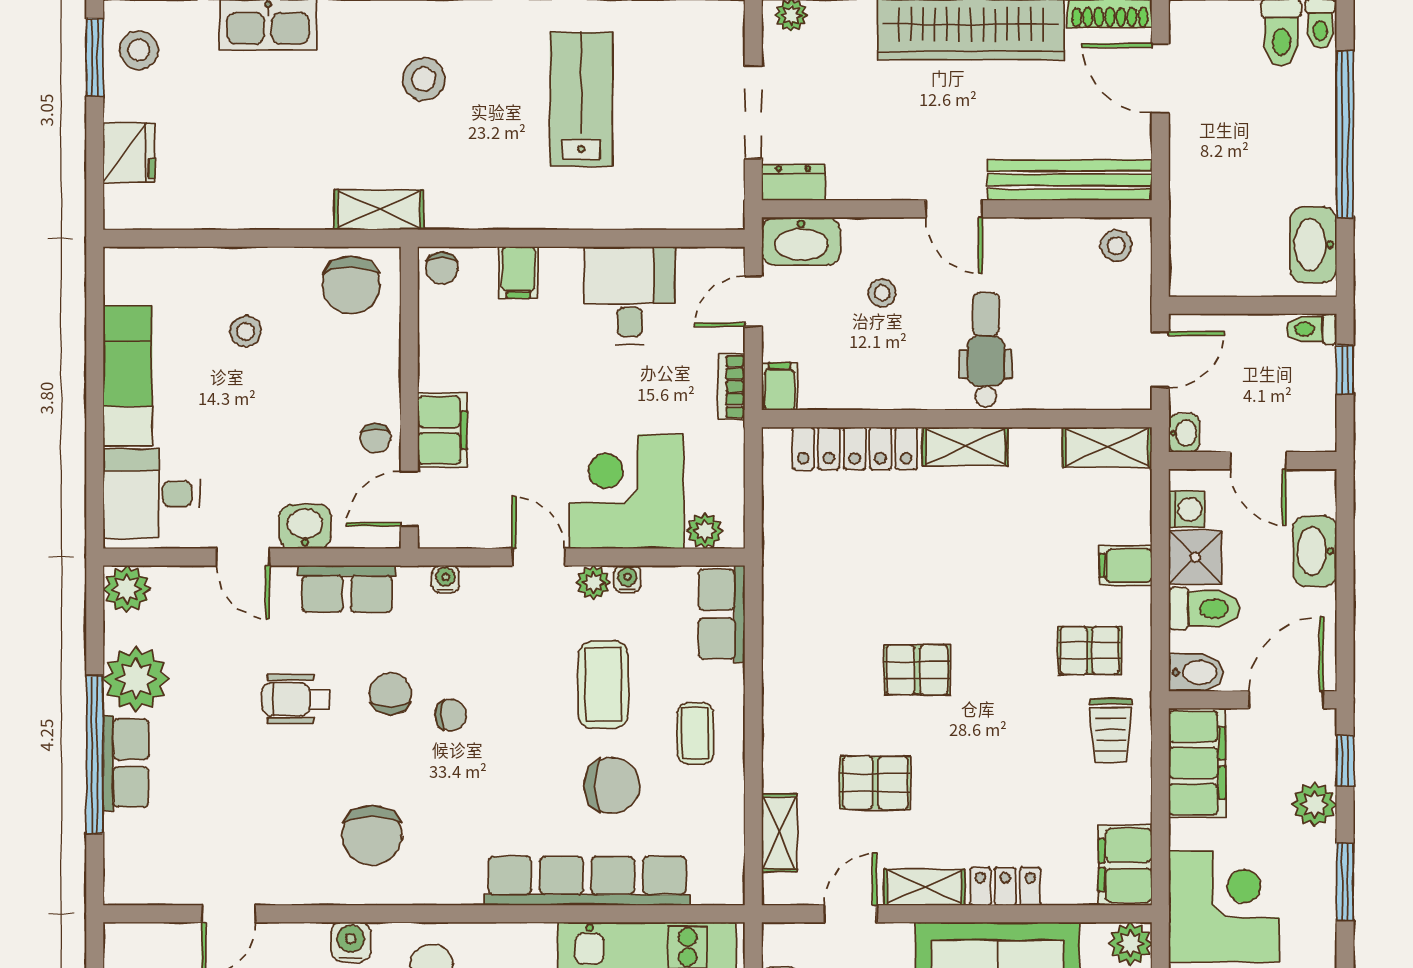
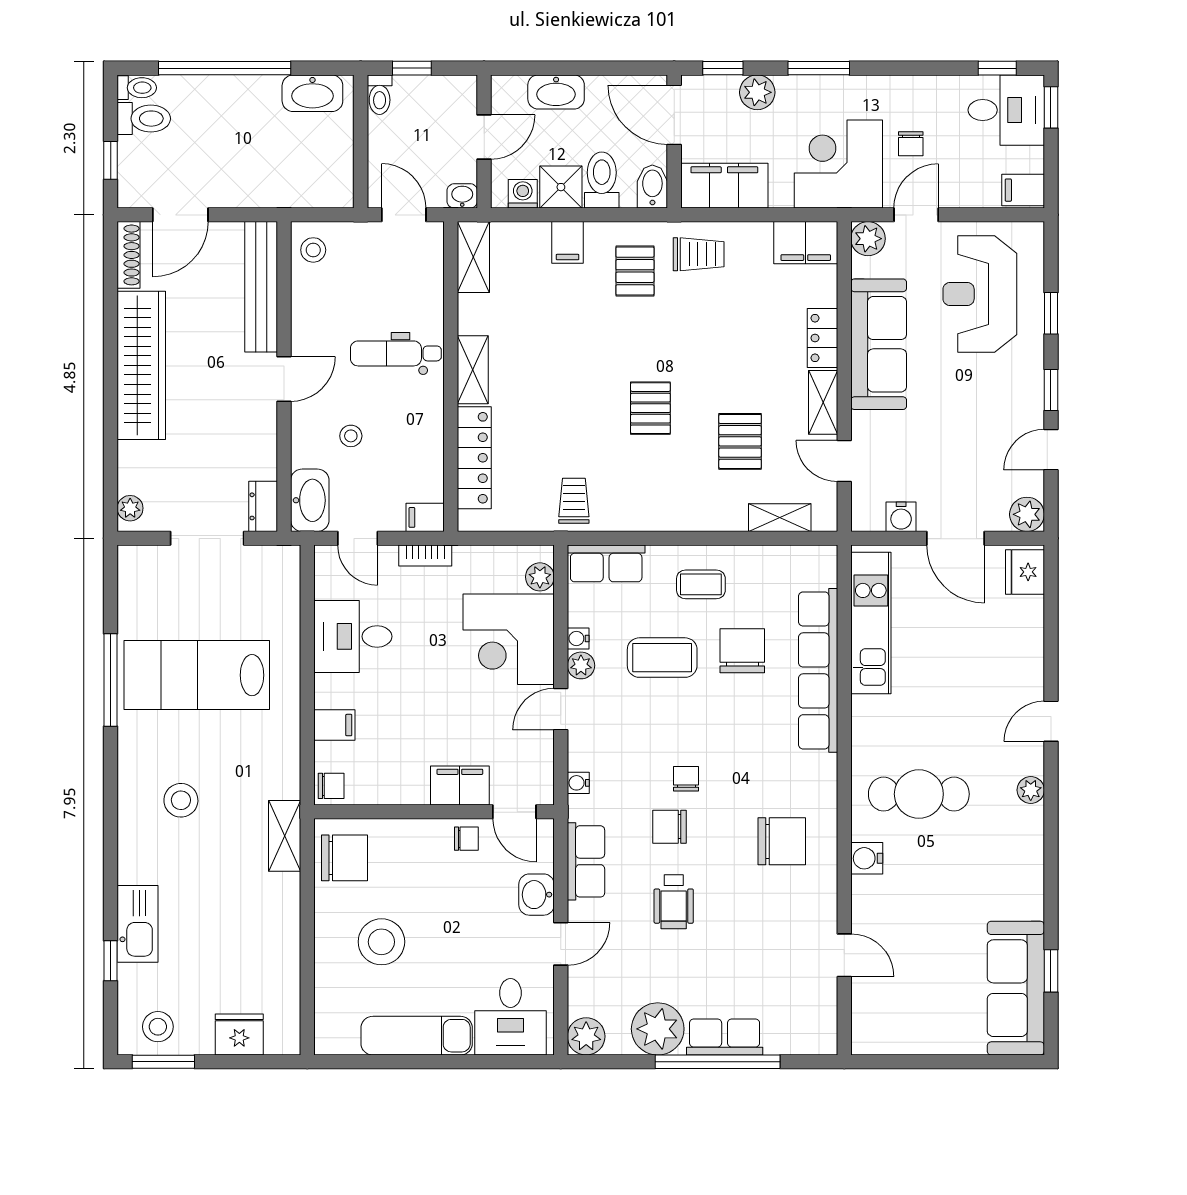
lab bench: (581, 99) -> (197, 675), width x1.36, depth x1.39
stool: (246, 331) -> (381, 942), width x1.89, depth x1.89
trolley: (801, 574) -> (574, 501), added

